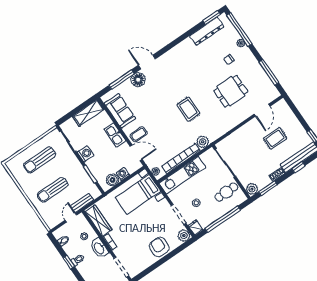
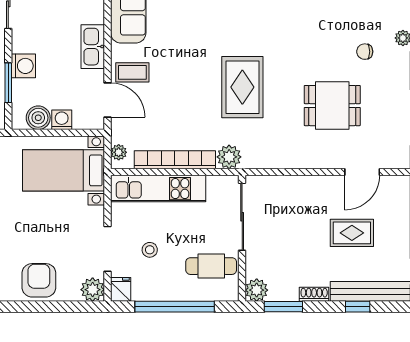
rug: (188, 109) -> (242, 87), width x1.36, depth x1.43
washing machine: (86, 154) -> (23, 66), moved

